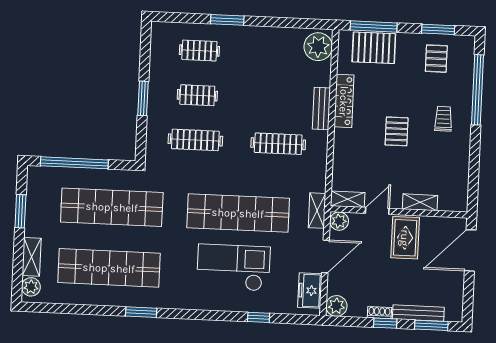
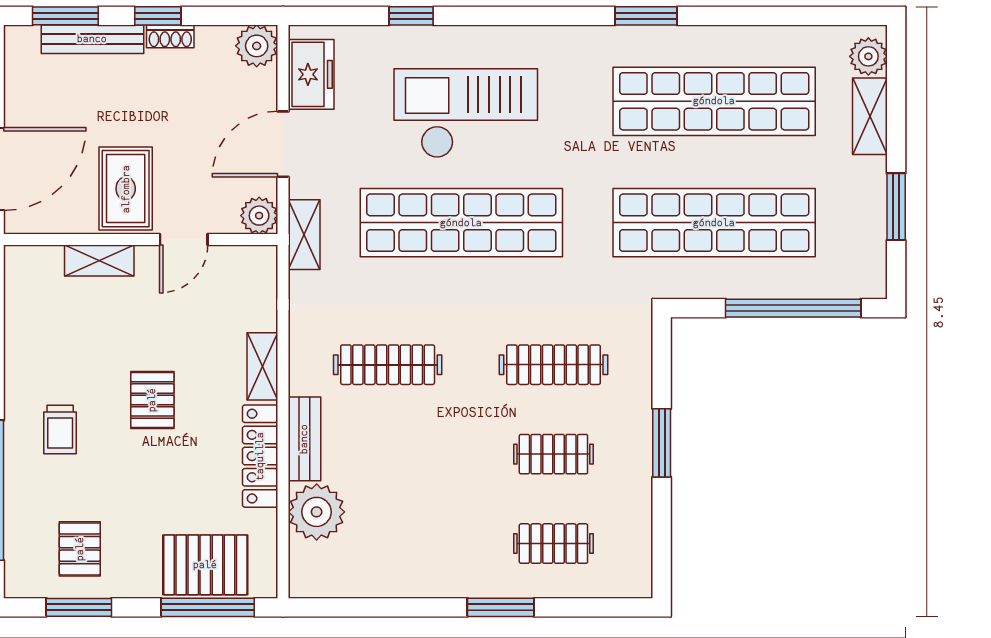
plant: (318, 47) -> (317, 512), moved
shelving: (348, 199) -> (262, 366), moved, turned 90
checkout: (233, 268) -> (466, 113), turned 180

